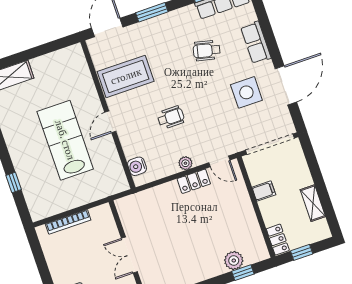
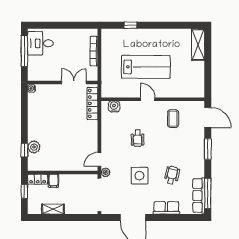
coffee table: (126, 76) -> (173, 119), width x0.54, depth x0.58
side table: (246, 92) -> (140, 176), moved
plant: (185, 163) -> (106, 172), moved
locker: (194, 181) -> (92, 103), moved, width x1.53
filing cabinet: (264, 191) -> (53, 181), moved
double door: (129, 255) -> (74, 83), moved

